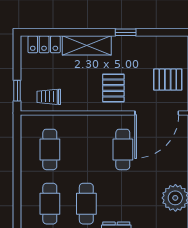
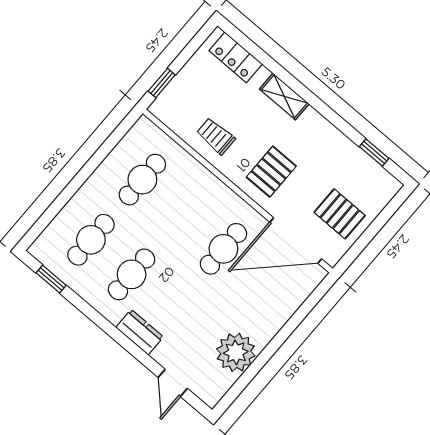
window: (126, 32) -> (374, 152), moved
shelving: (87, 45) -> (284, 96), width x0.67, depth x0.75
trolley: (49, 97) -> (216, 136), moved

